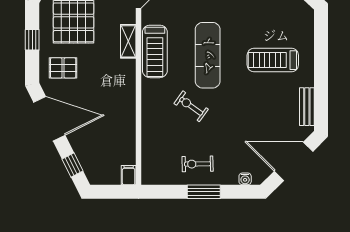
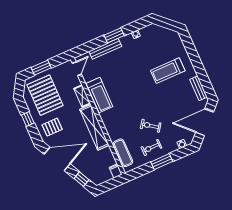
exercise mat: (208, 55) -> (123, 153), moved, width x0.73, depth x0.69
shelving: (126, 96) -> (94, 127), added
exercise bike: (191, 106) -> (151, 126), moved

